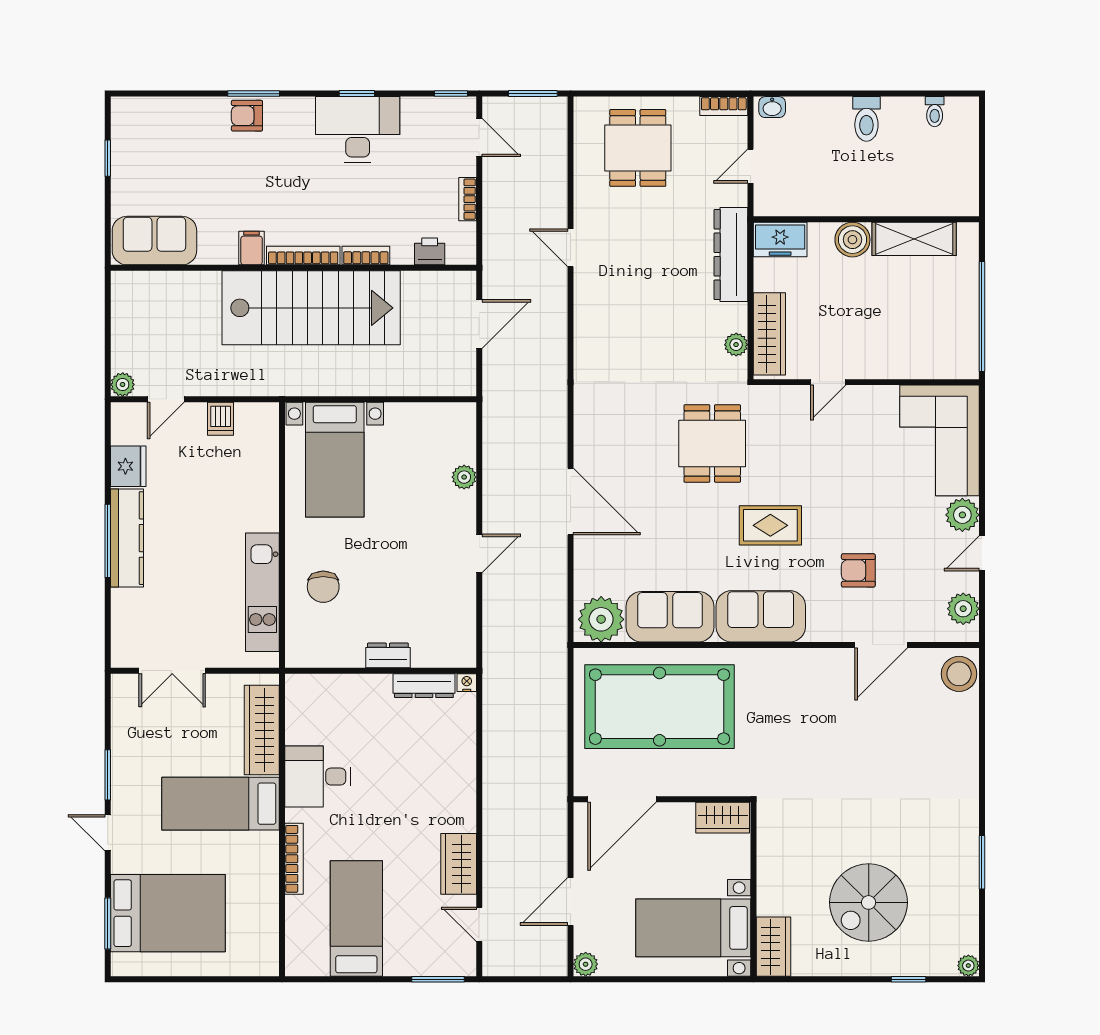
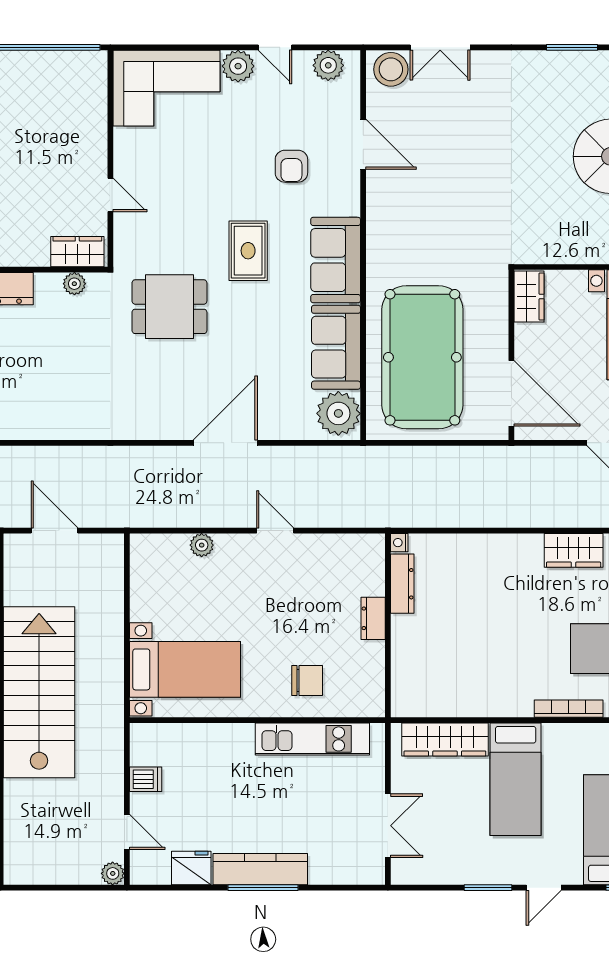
wardrobe: (769, 334) -> (77, 252), width x0.67
double door: (982, 725) -> (440, 47), added
desk: (318, 777) -> (490, 686), removed

